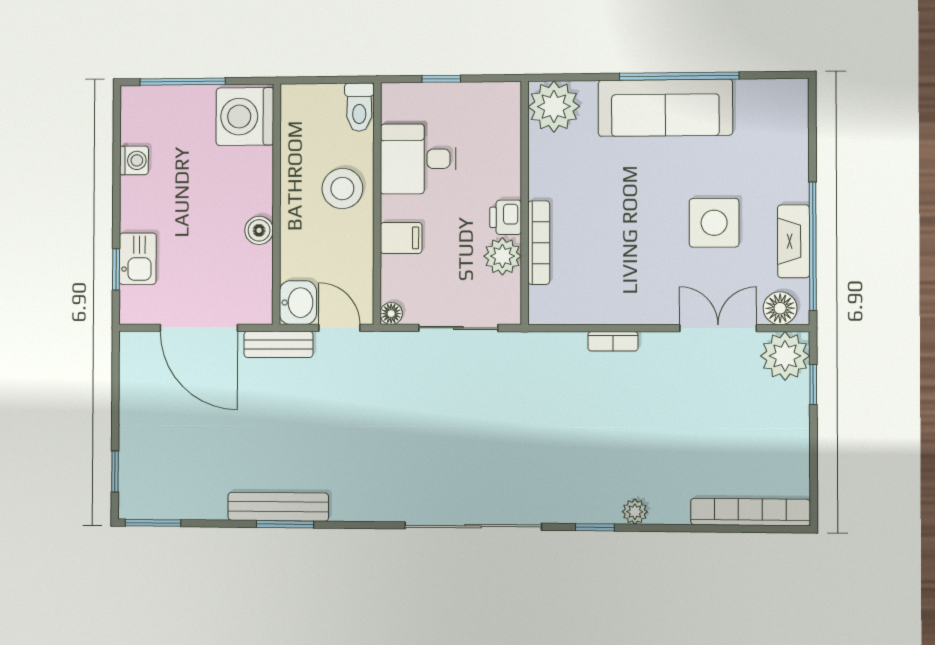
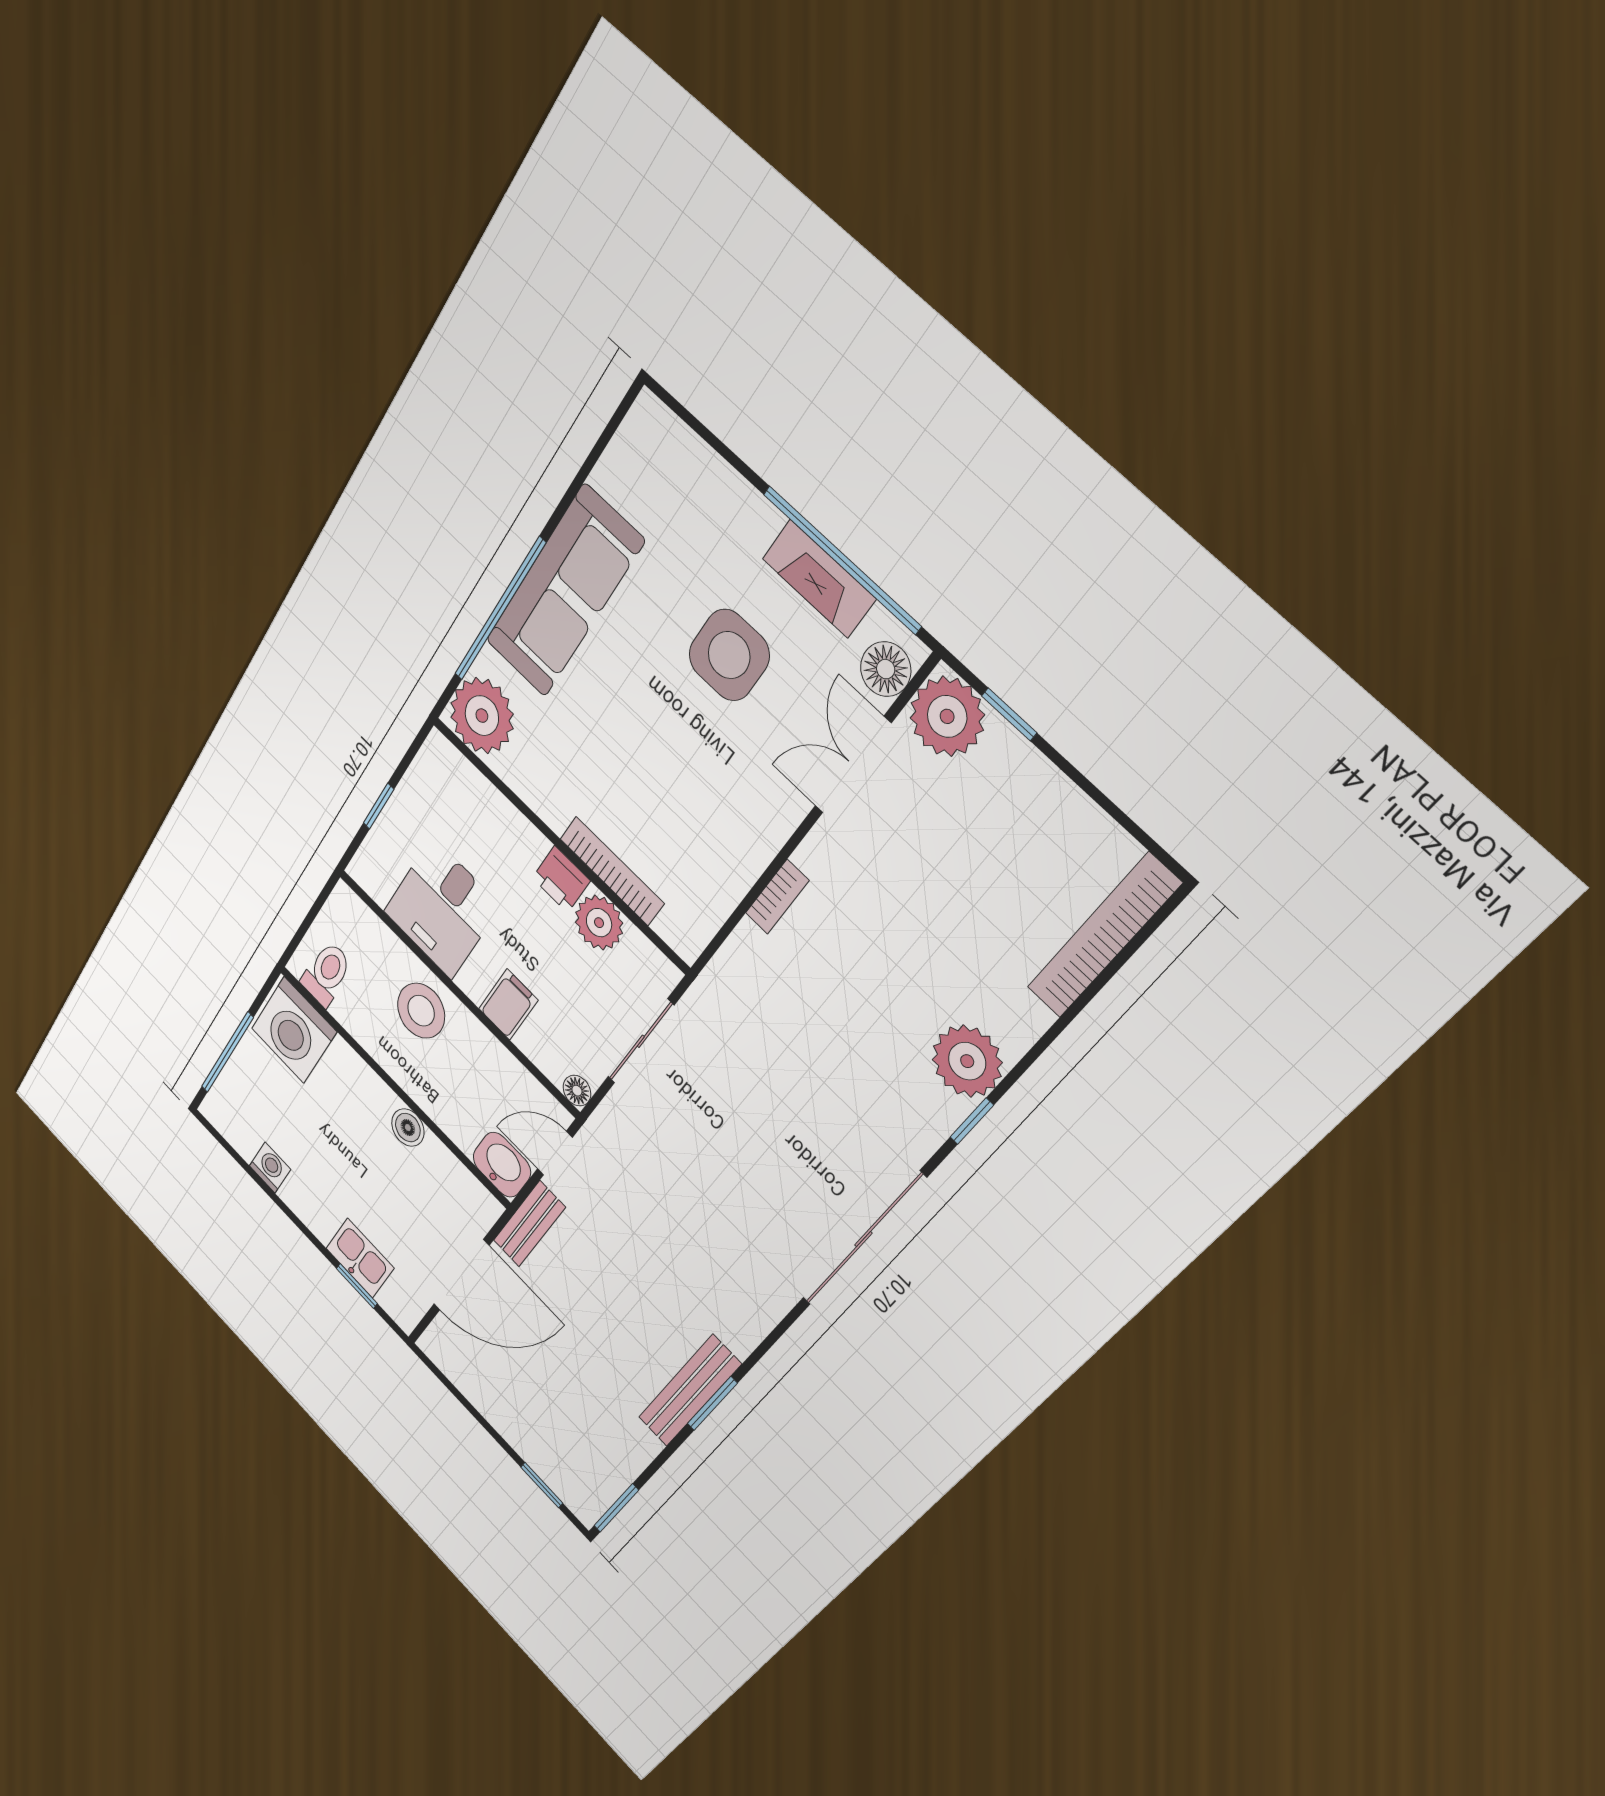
window: (679, 76) -> (500, 609), moved
toilet: (359, 107) -> (326, 973), moved, turned -90
plant: (635, 512) -> (967, 1061), width x1.88, depth x1.88

